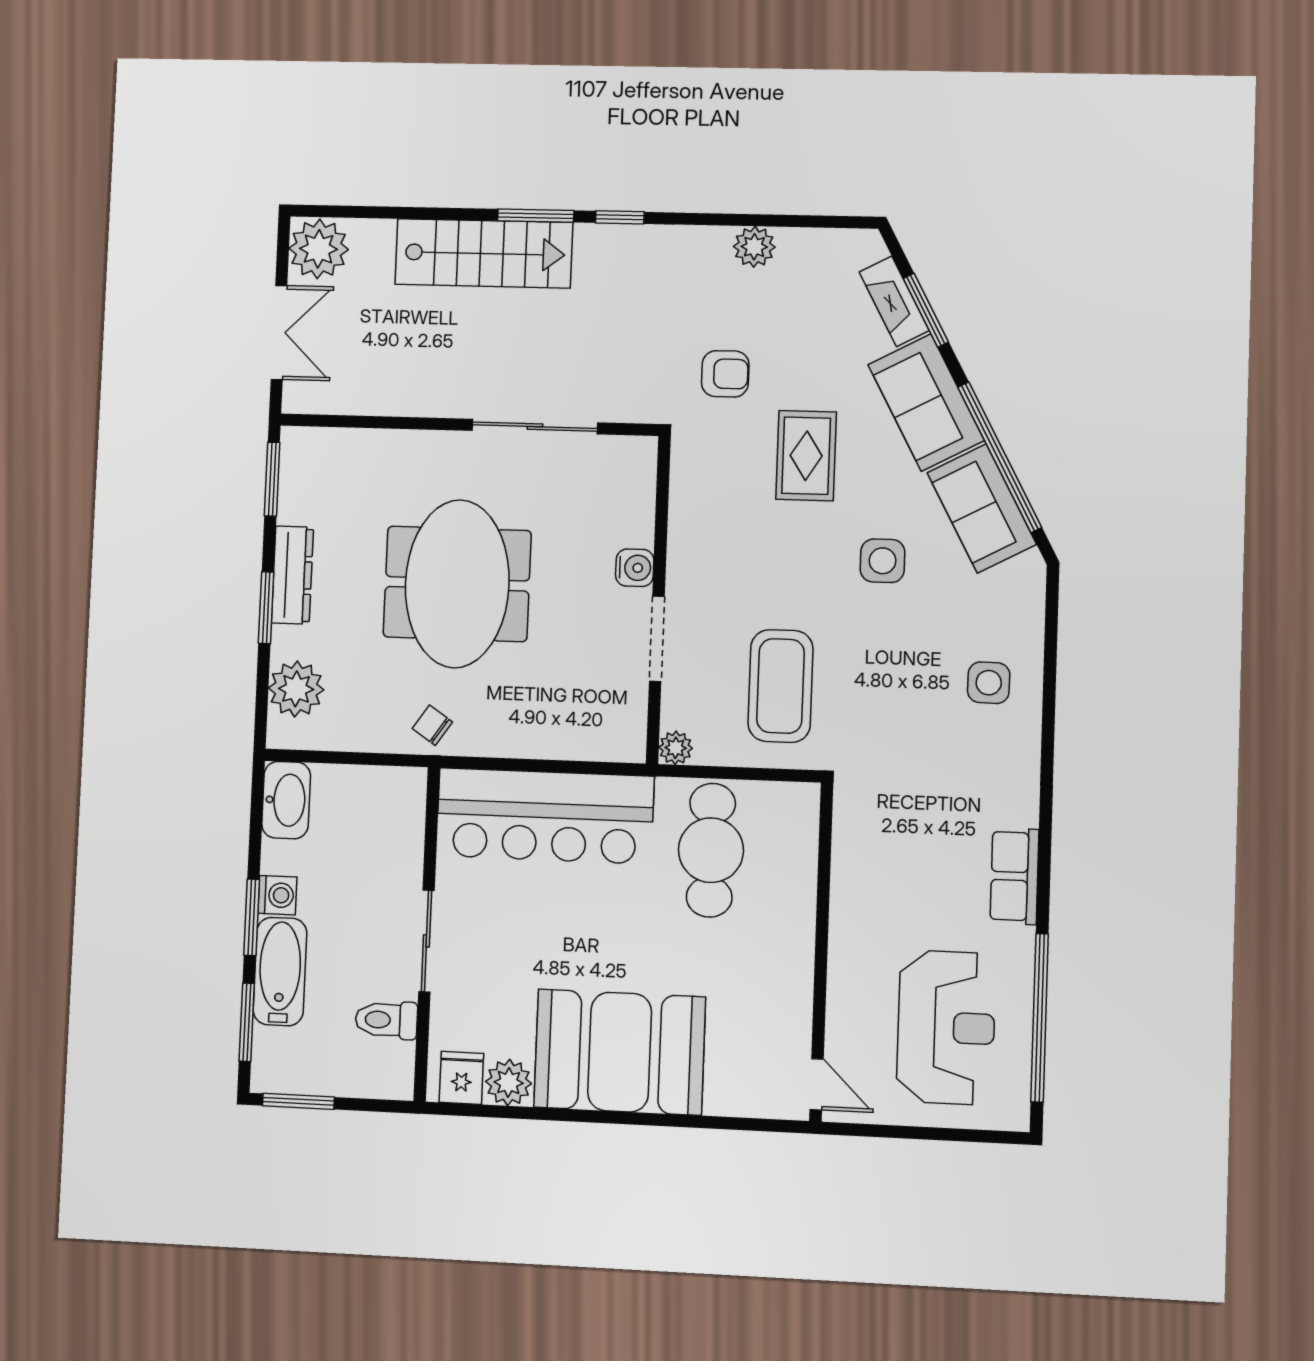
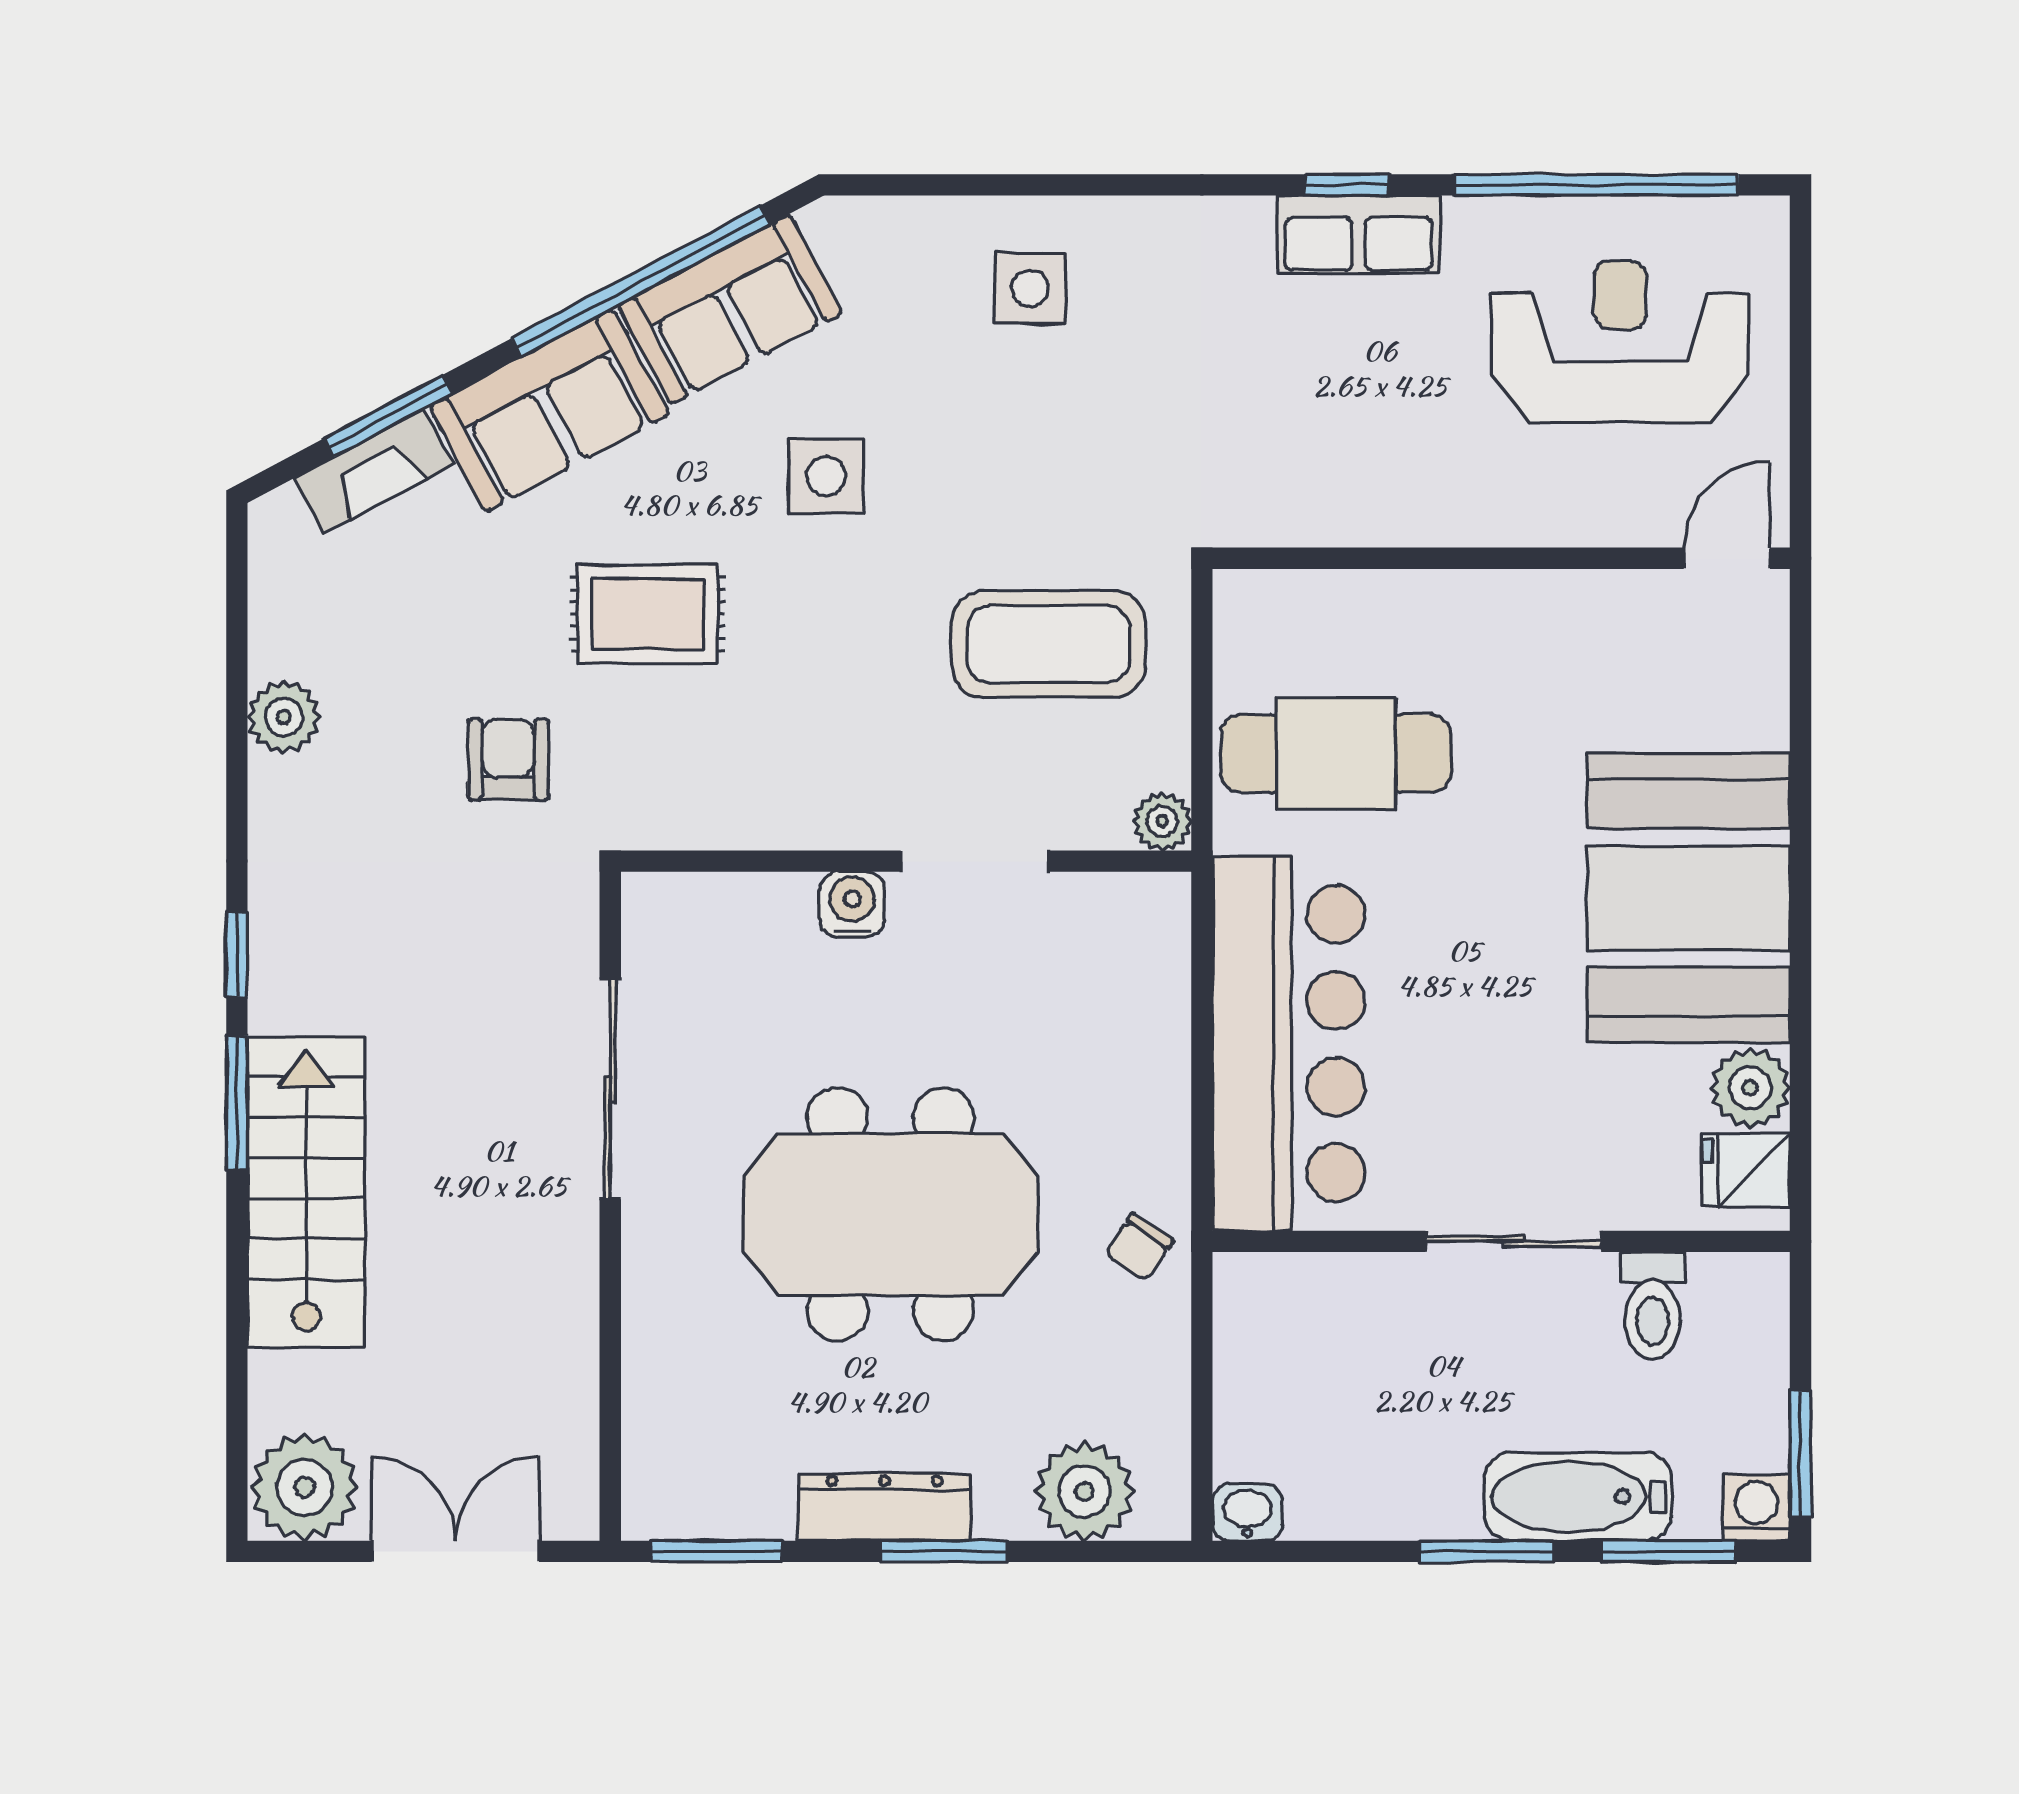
washbasin: (286, 800) -> (1247, 1512), width x0.52, depth x0.69
window: (1044, 871) -> (1347, 185), added
washing machine: (277, 895) -> (1757, 1508), moved

